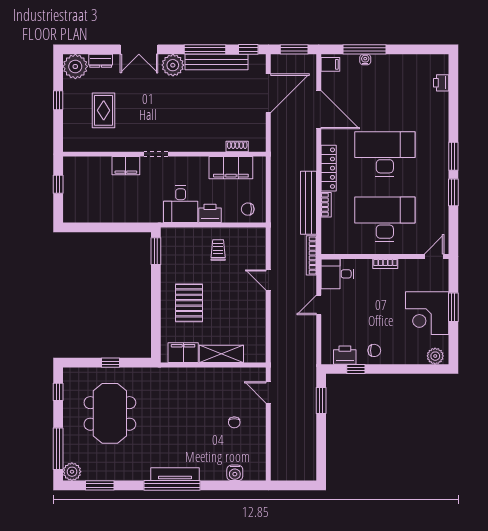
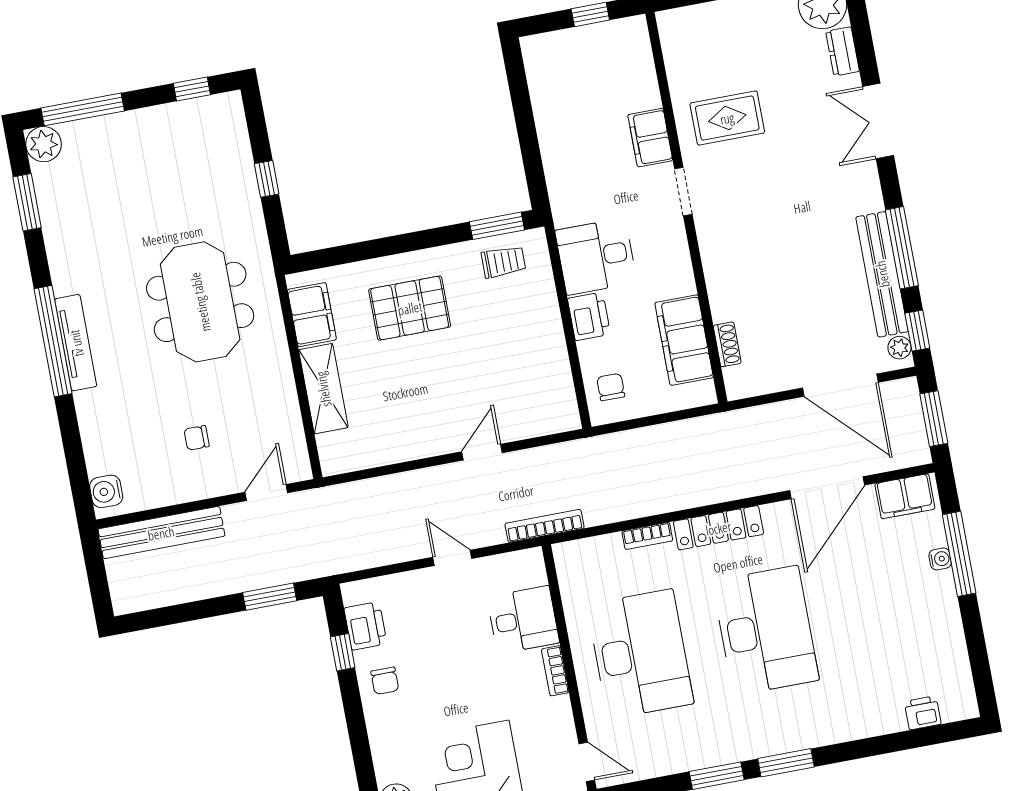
filing cabinet: (330, 64) -> (905, 496), width x2.00
plant: (173, 65) -> (899, 348), moved, width x0.53, depth x0.53
rug: (104, 110) -> (727, 118), moved
bench: (308, 203) -> (161, 533), moved
trolley: (218, 250) -> (504, 262), moved
desk: (337, 274) -> (523, 620), moved, turned 90
meeting table: (110, 413) -> (200, 302), moved, turned 90
water cooler: (235, 473) -> (106, 491), moved

